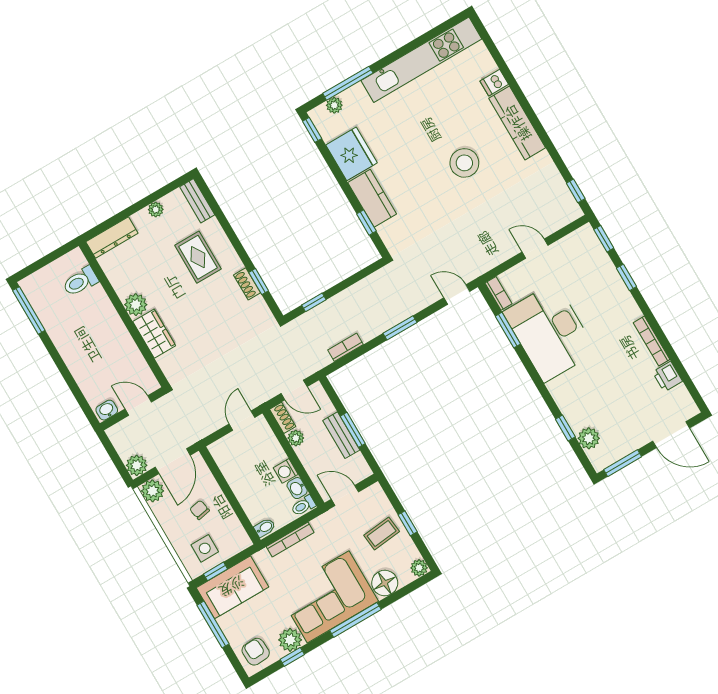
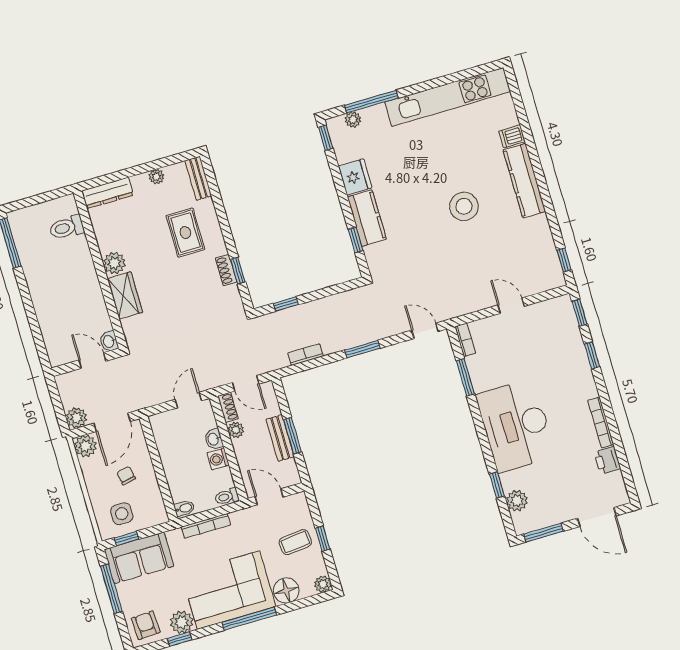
fridge: (352, 154) -> (355, 177), width x0.73, depth x0.75
desk: (550, 332) -> (516, 426), moved
washbasin: (107, 410) -> (109, 341), moved, turned -90
washbasin: (297, 488) -> (214, 439), moved

